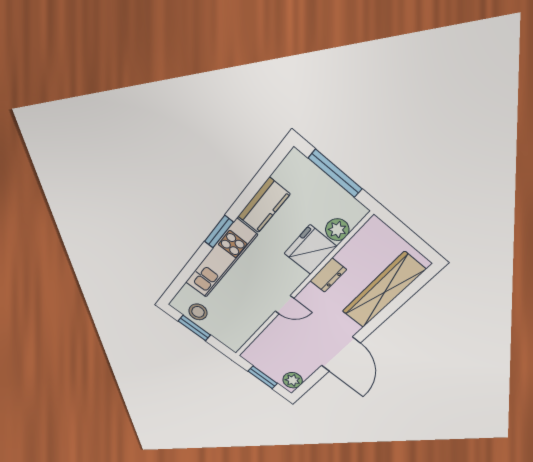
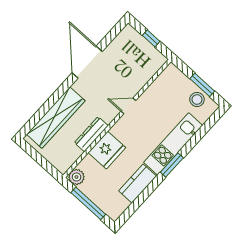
plant: (337, 230) -> (76, 177), moved
dresser: (328, 275) -> (91, 134), width x1.44
window: (263, 377) -> (151, 38), width x0.67
plant: (293, 380) -> (126, 36), removed

